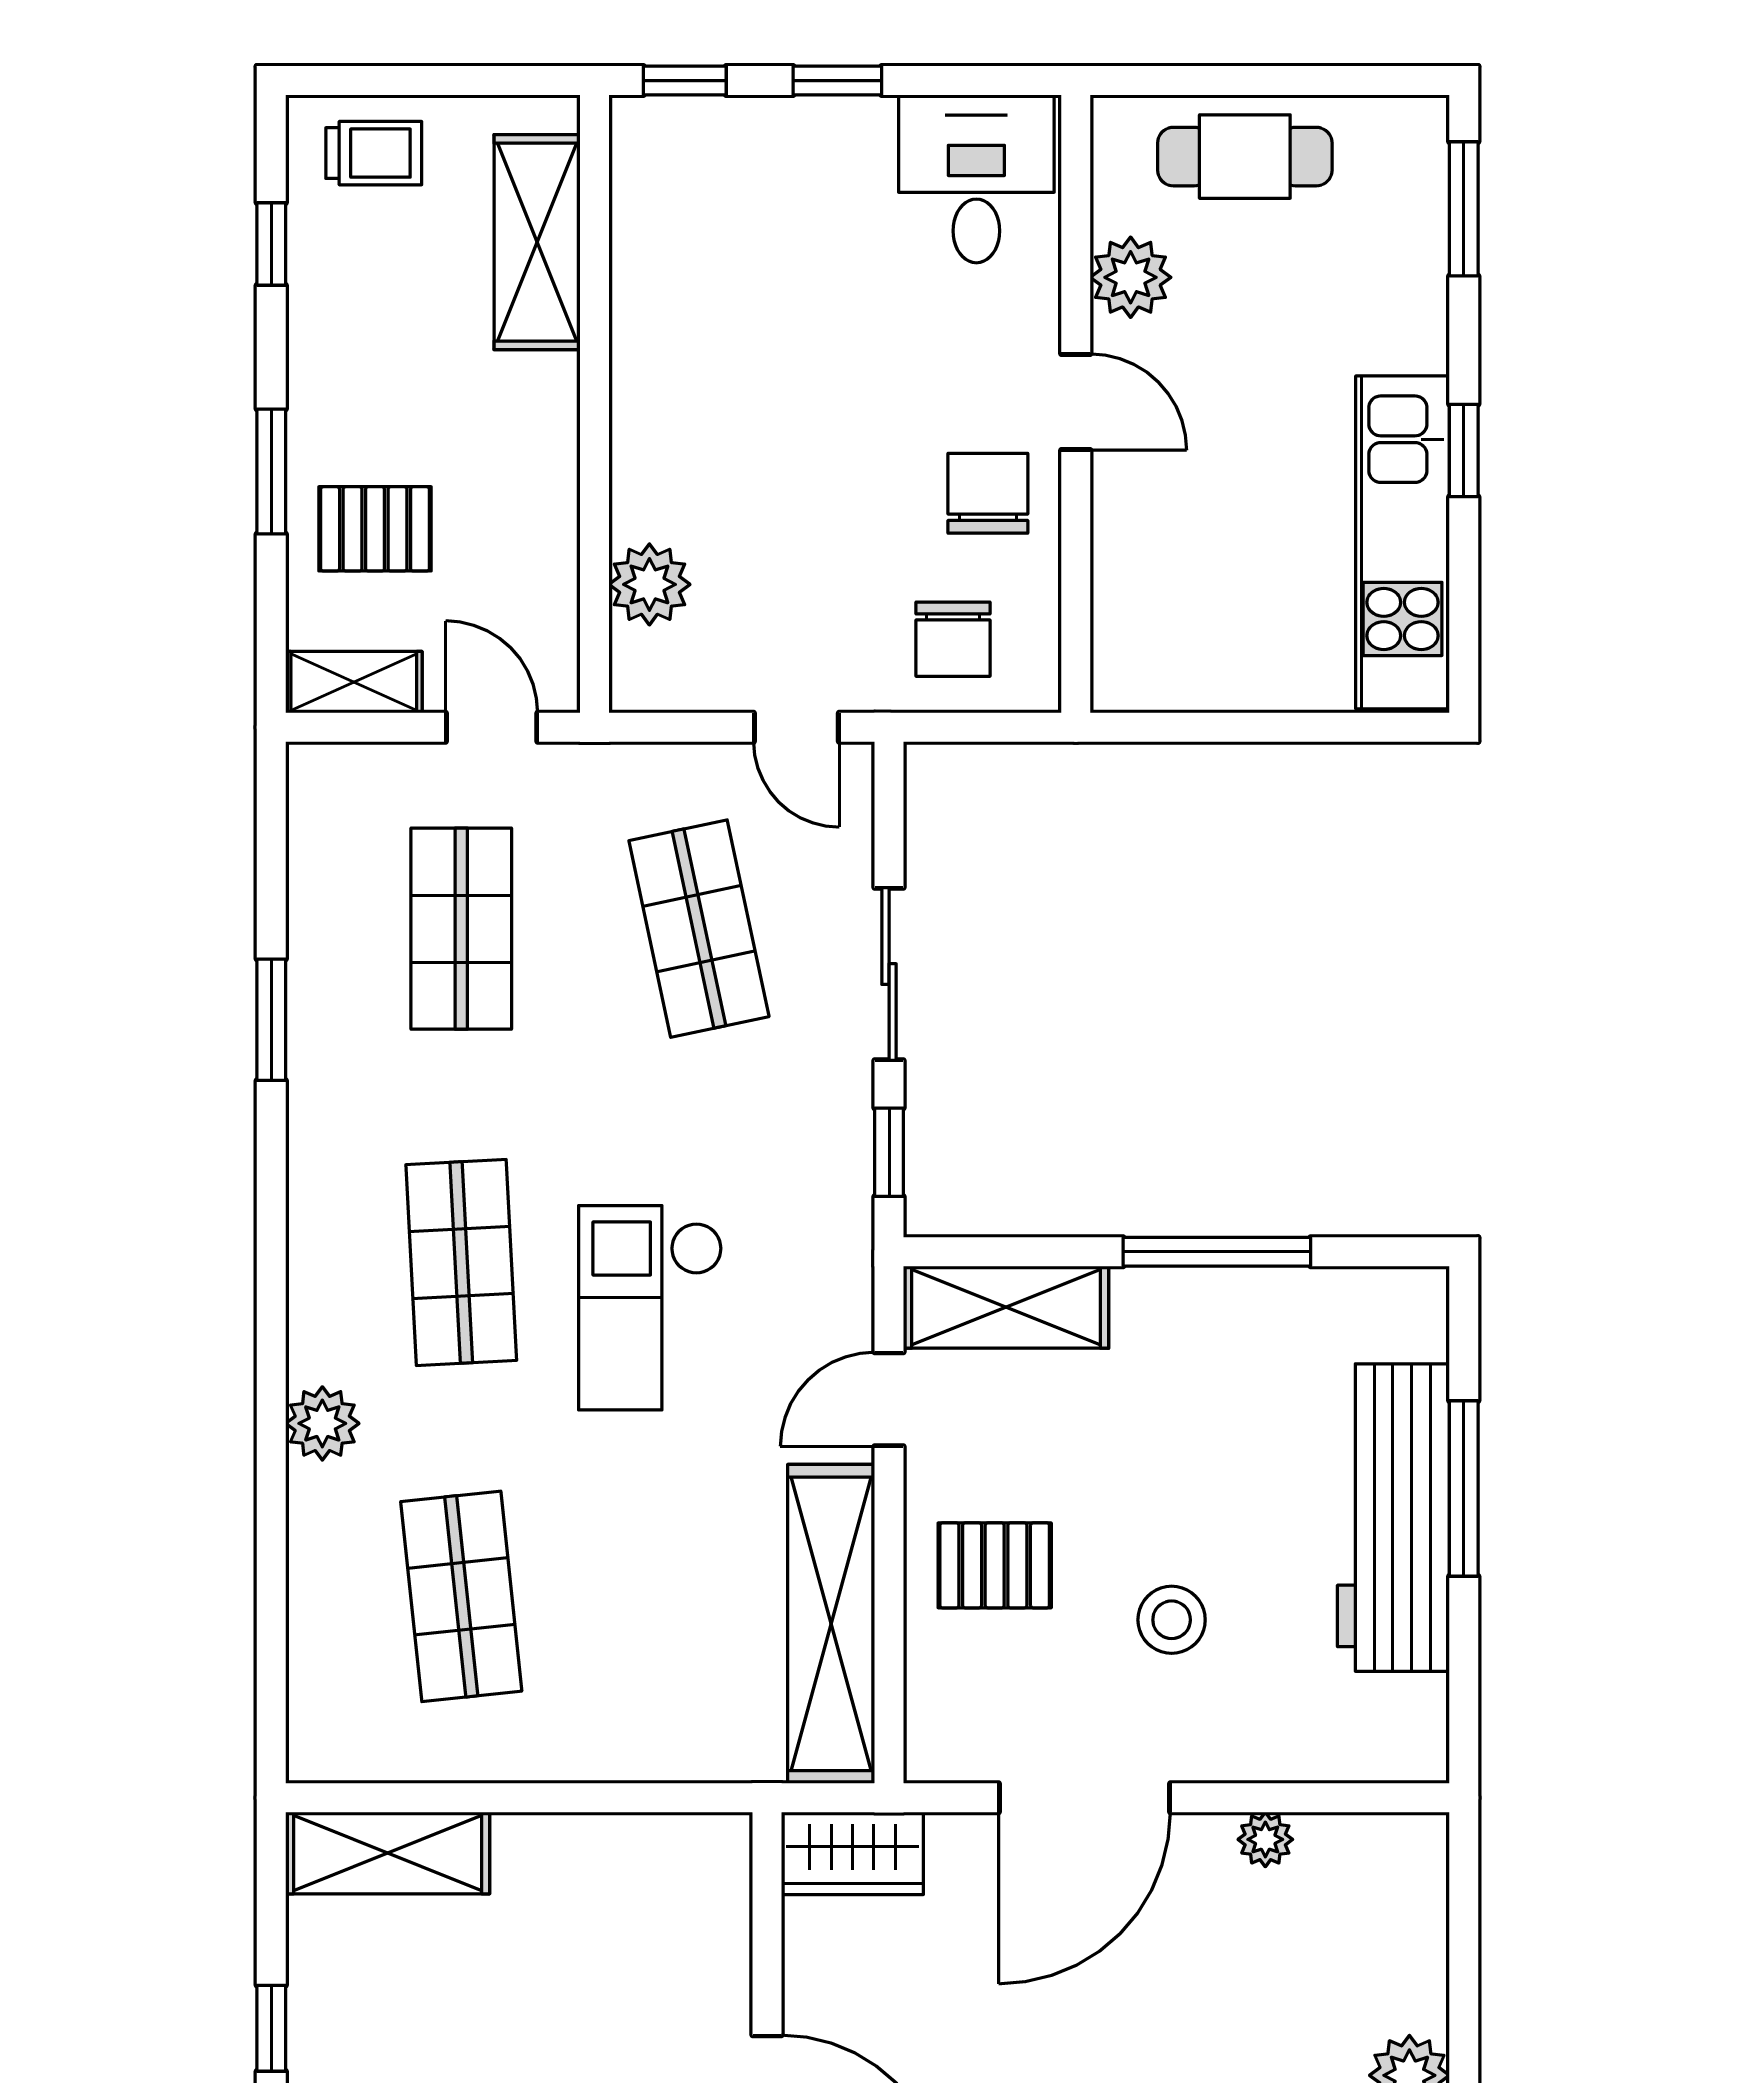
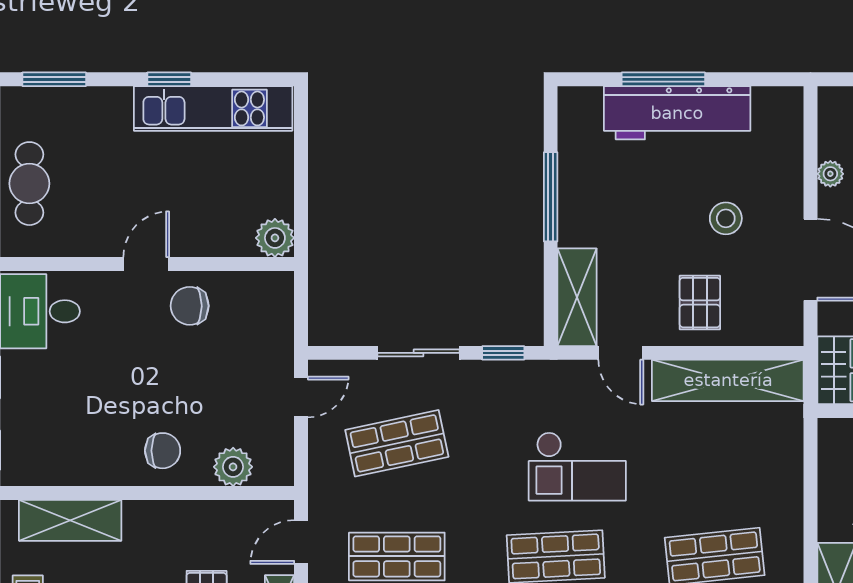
plant: (1131, 277) -> (275, 238), moved
chair: (953, 639) -> (163, 451), moved

